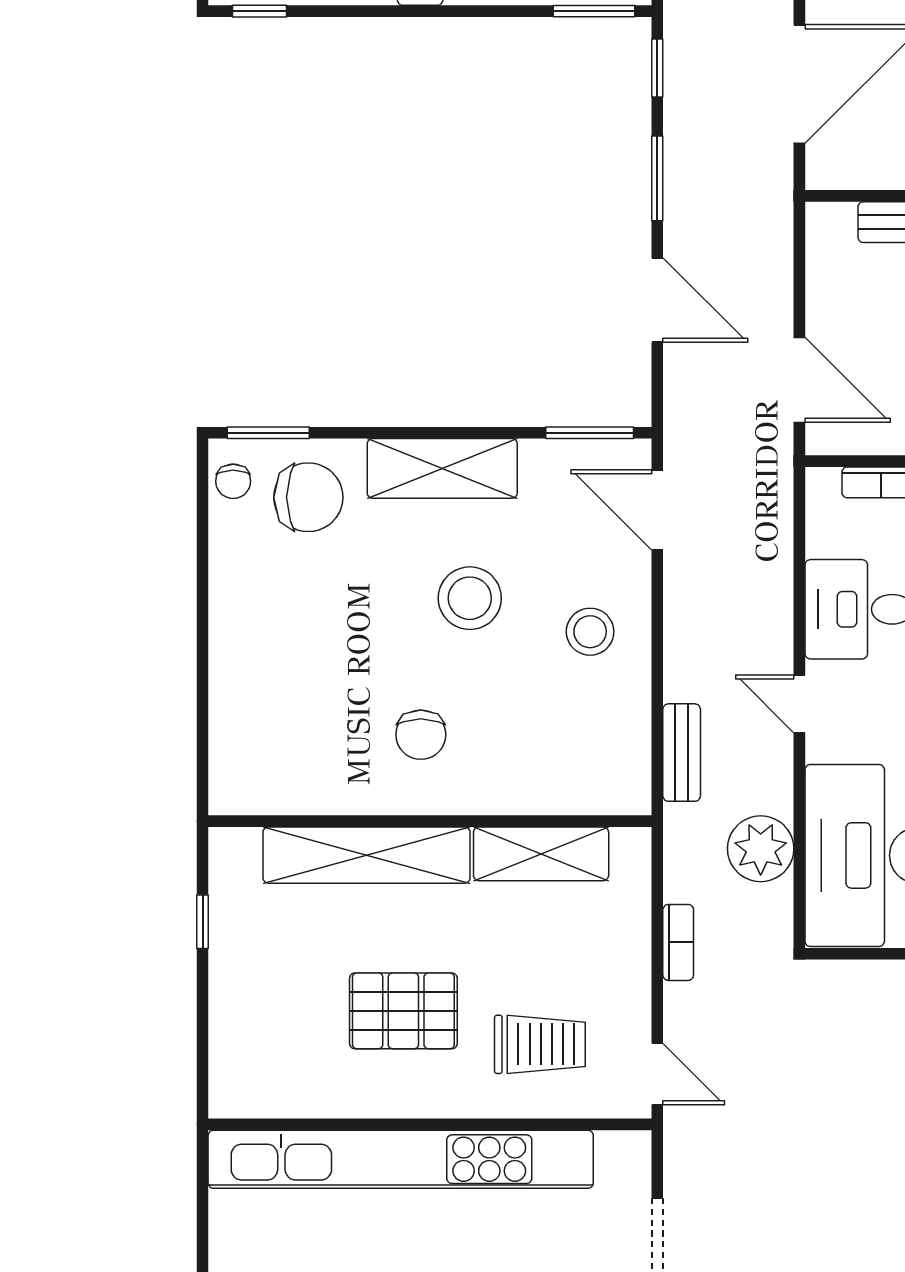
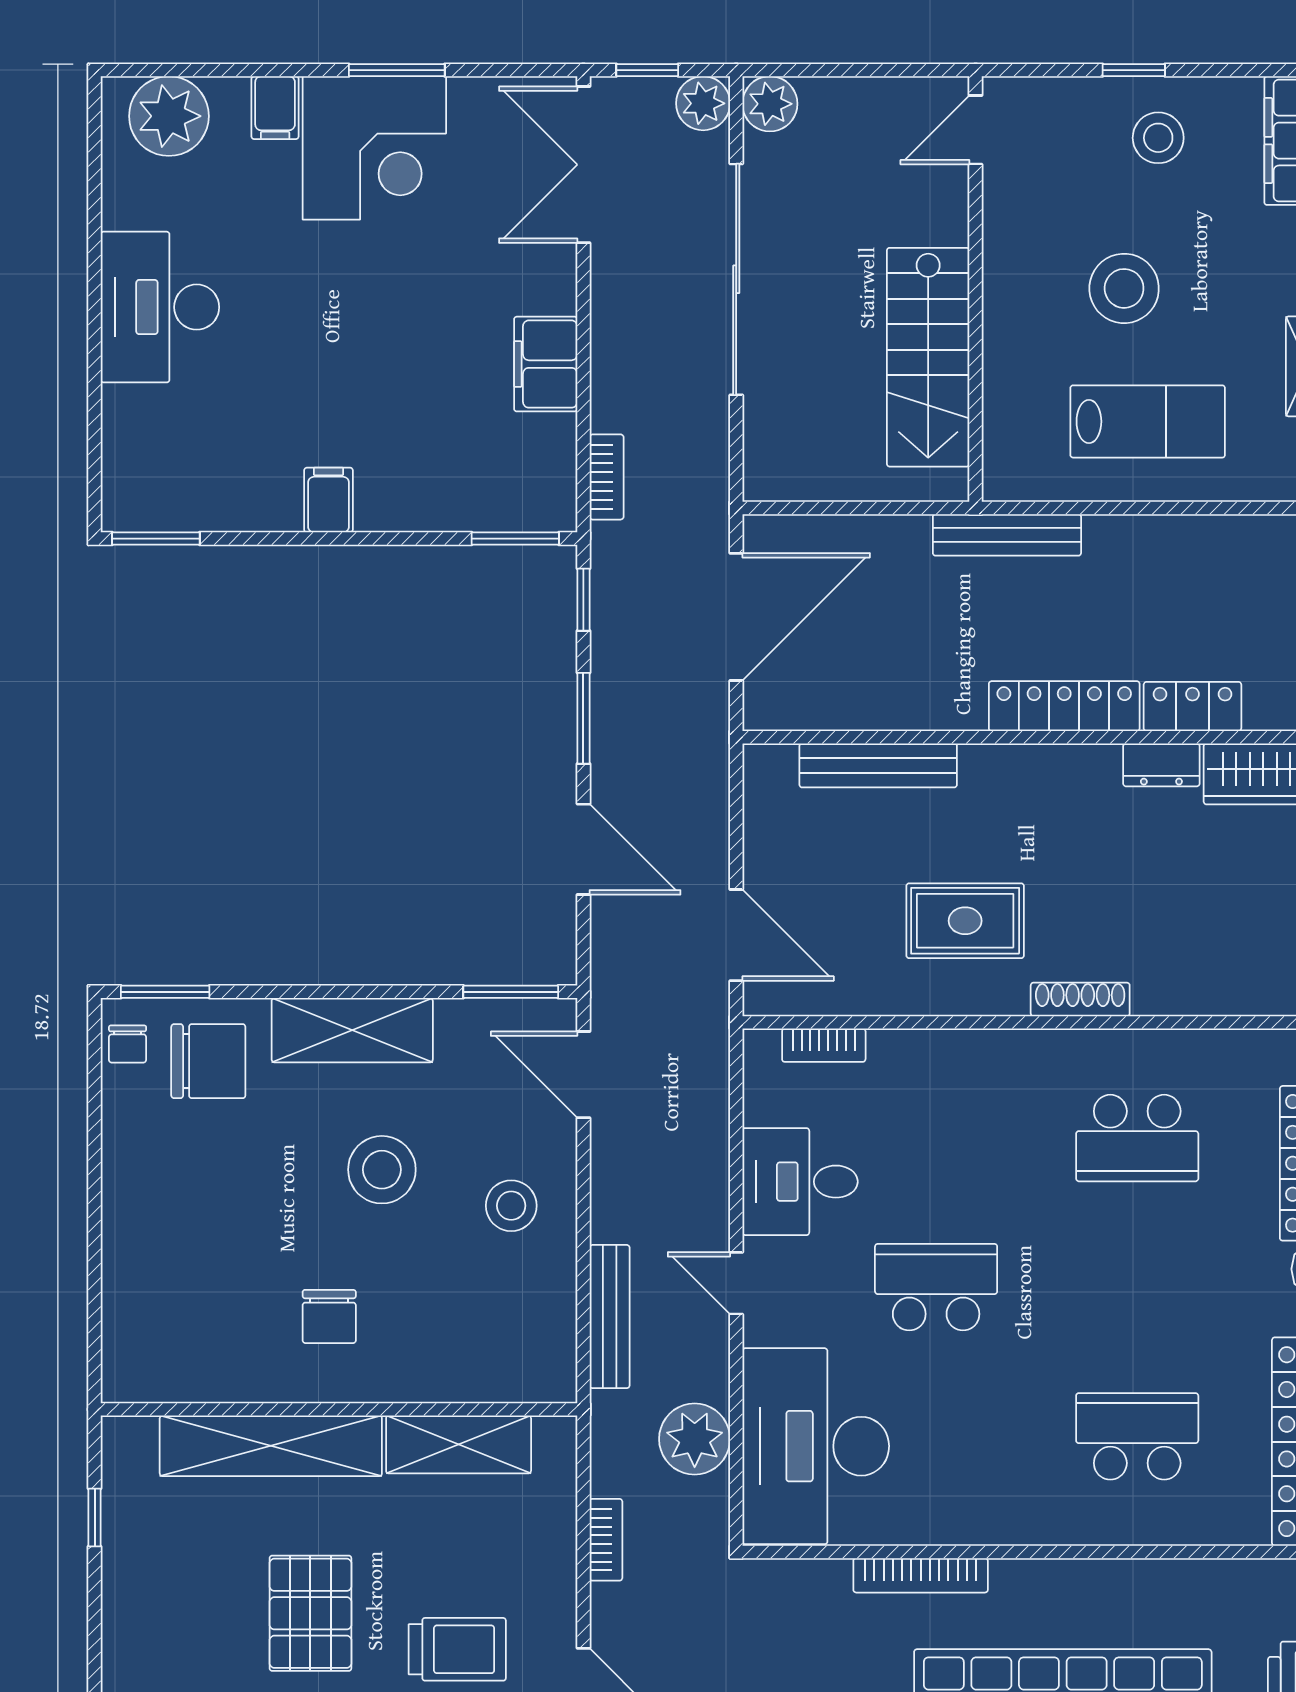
window: (259, 11) -> (156, 539), width x1.50
bench: (682, 753) -> (610, 1317), width x1.36
pallet: (403, 1011) -> (310, 1613), turned 90

